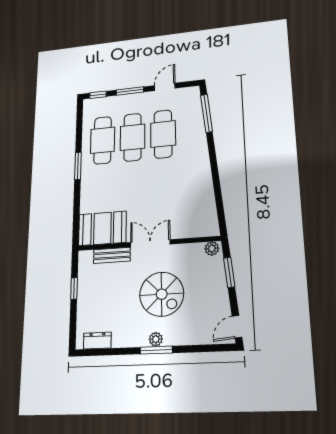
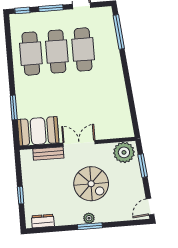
window: (78, 166) -> (14, 107), moved
plant: (212, 248) -> (124, 152), width x1.87, depth x1.87
window: (74, 288) -> (21, 195), moved

